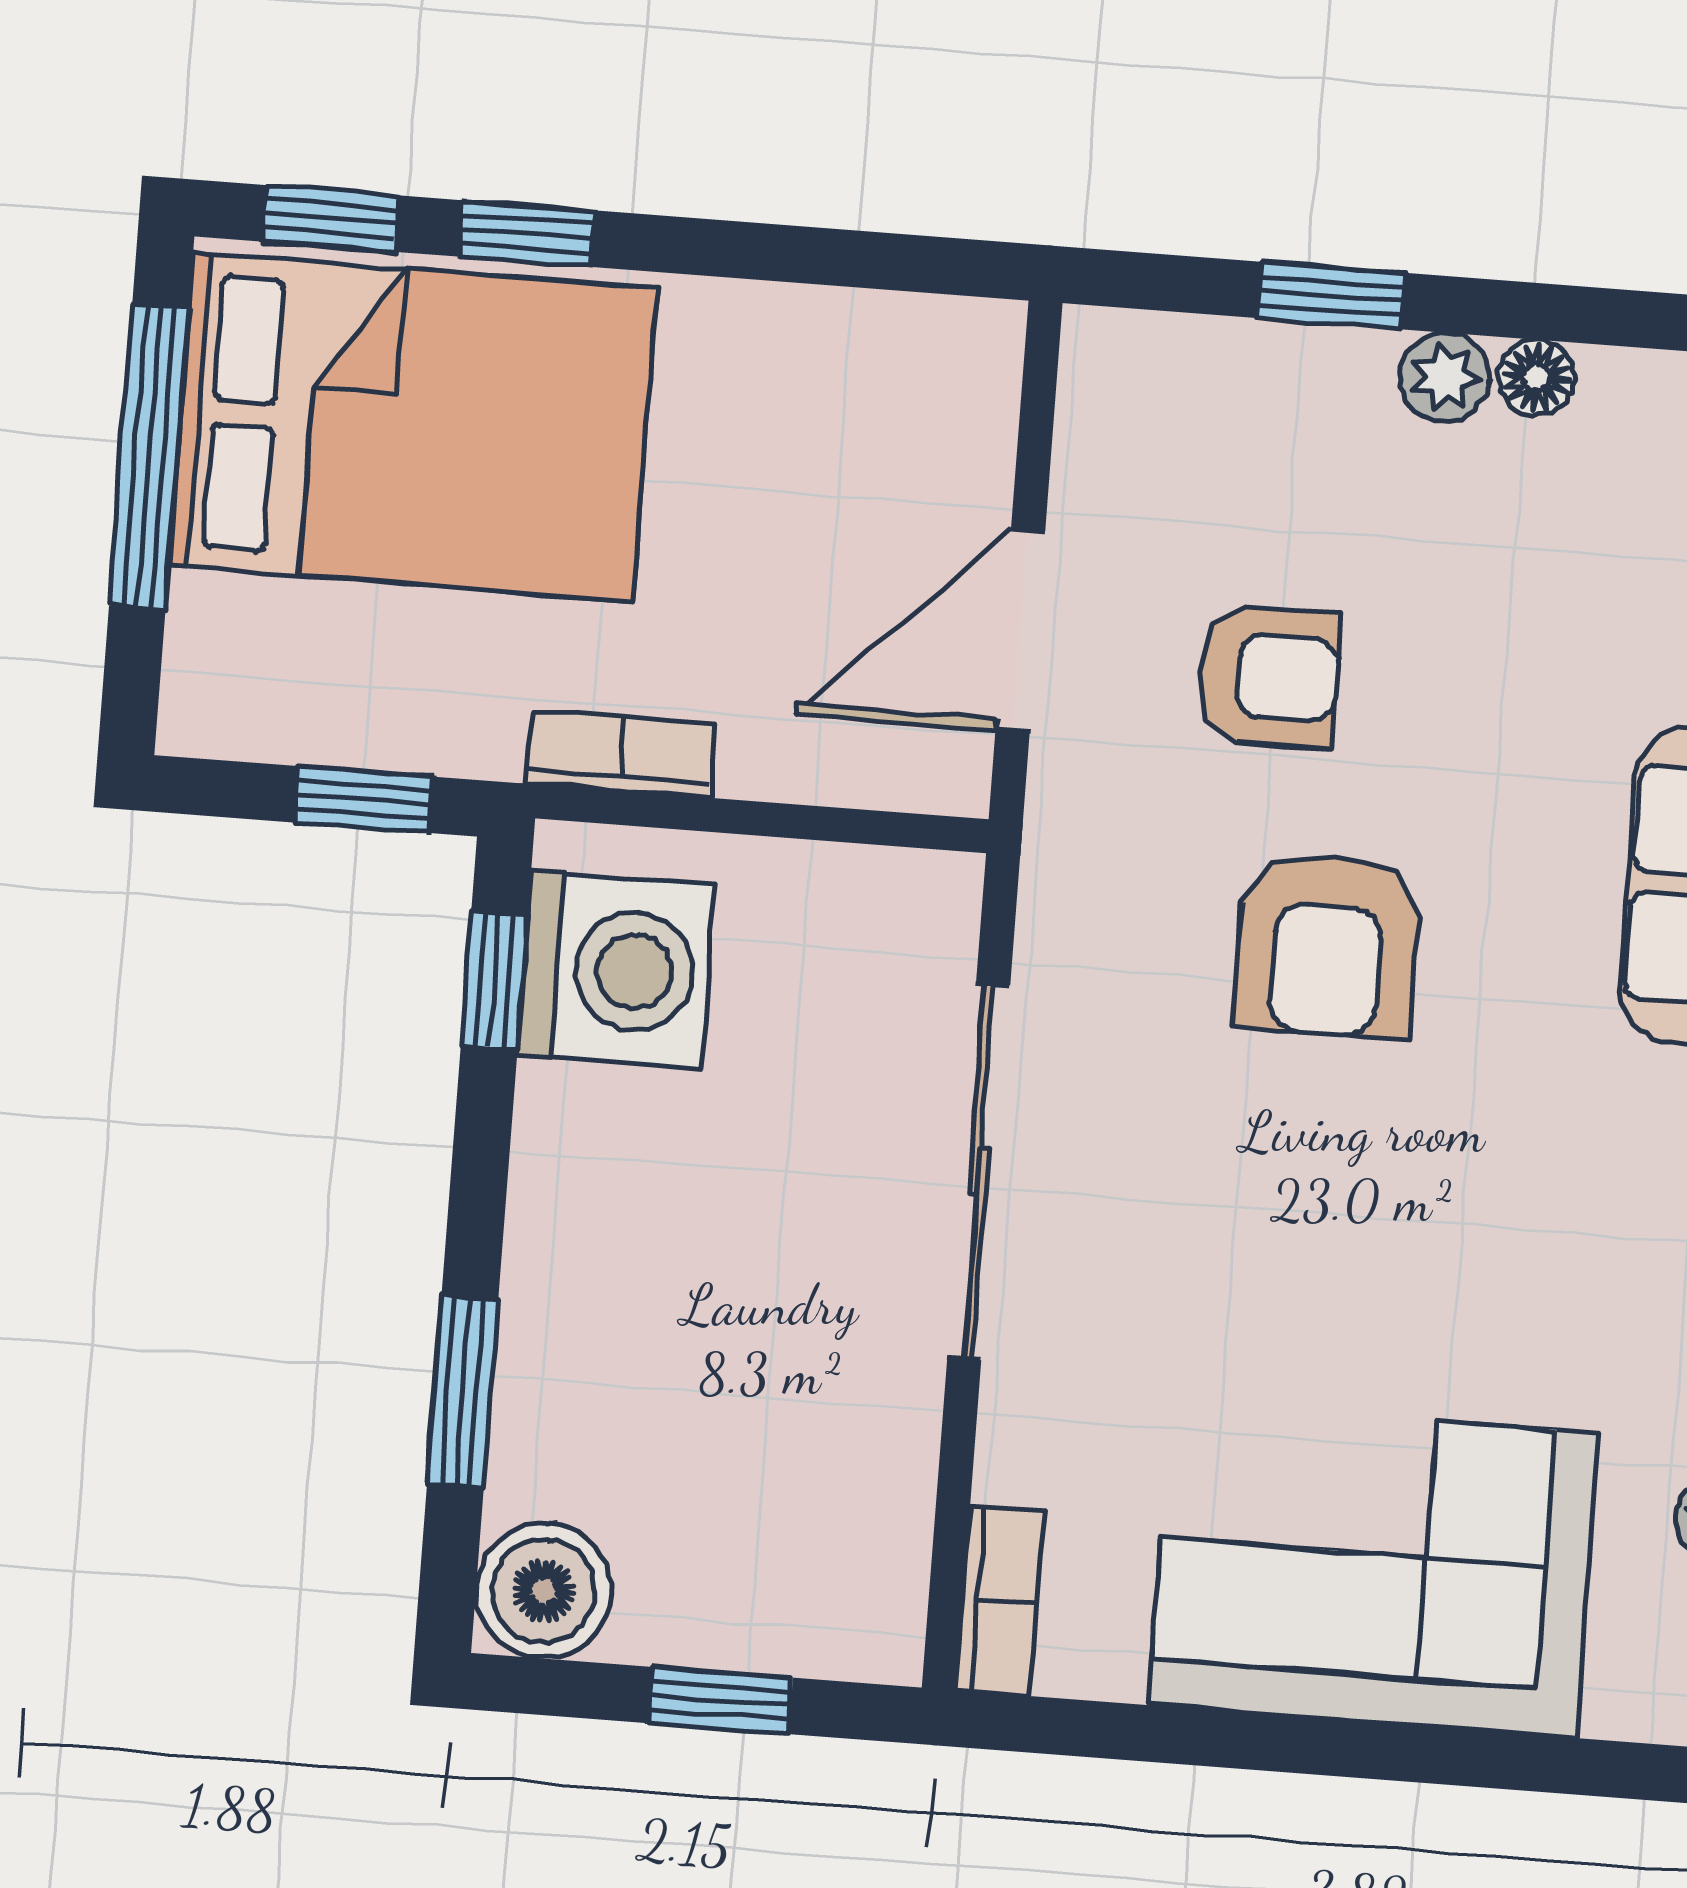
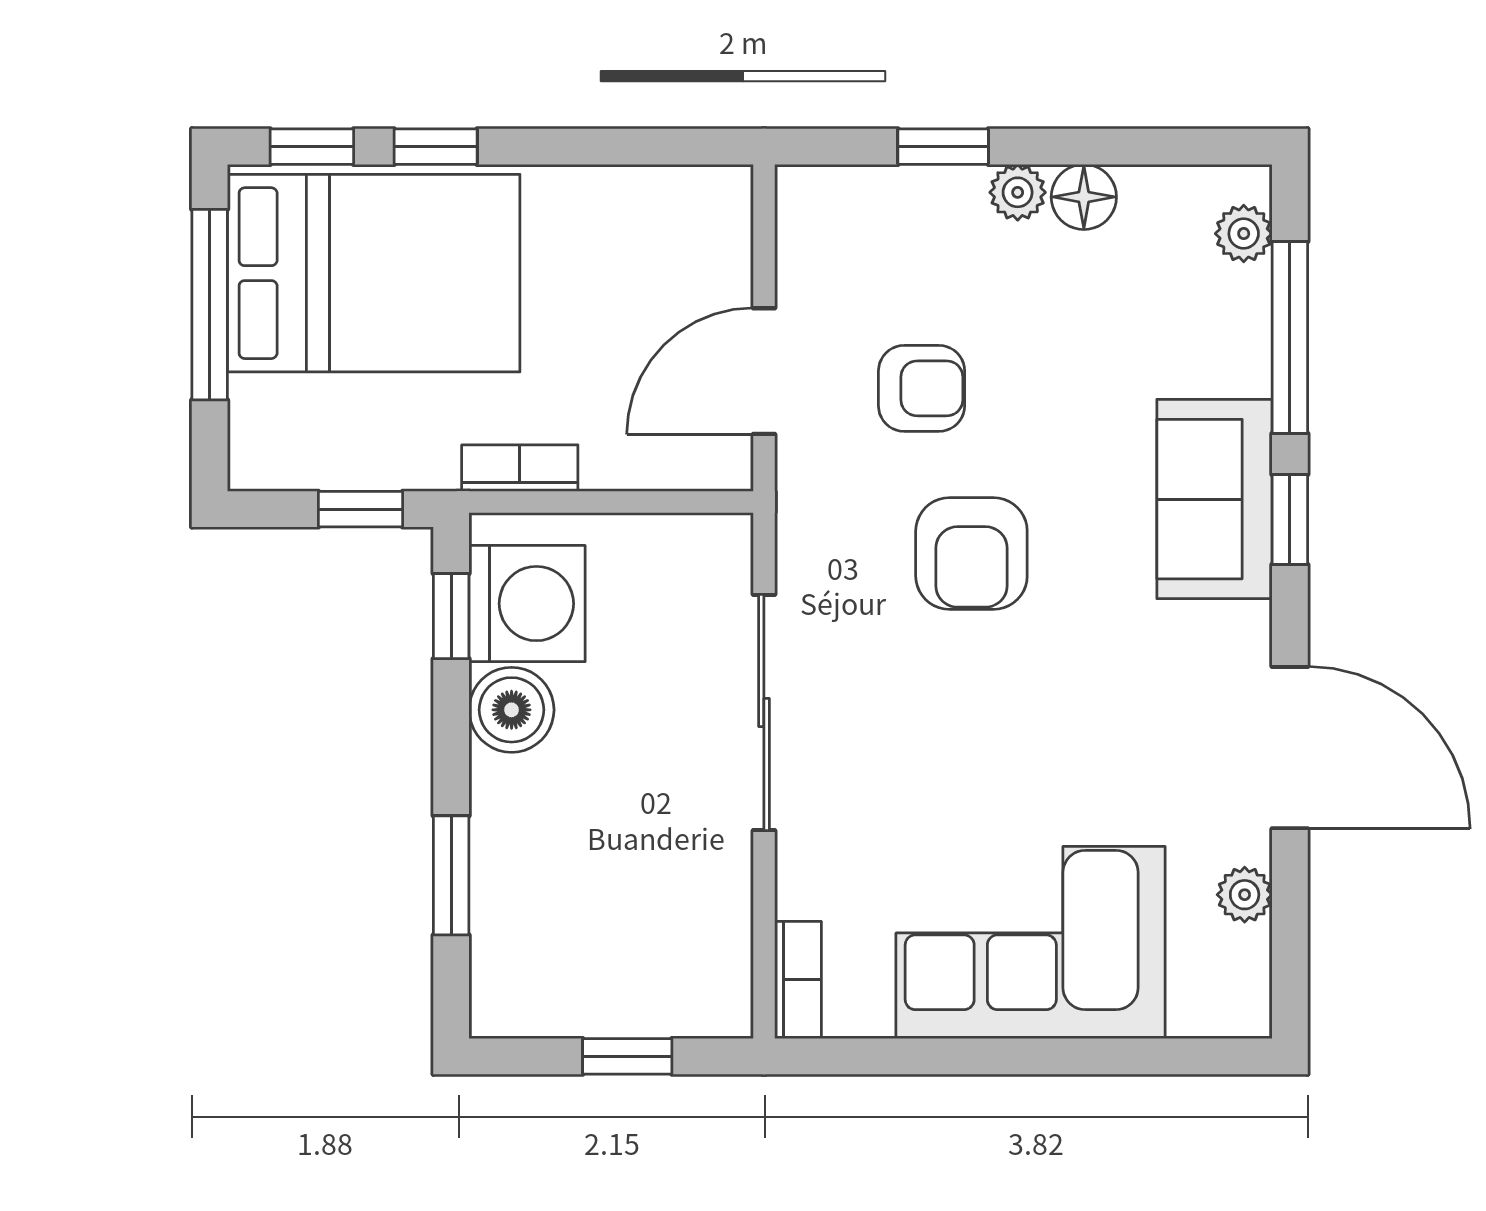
floor lamp: (1536, 378) -> (1084, 197), width x1.37, depth x1.37
boiler: (544, 1591) -> (512, 710), moved

